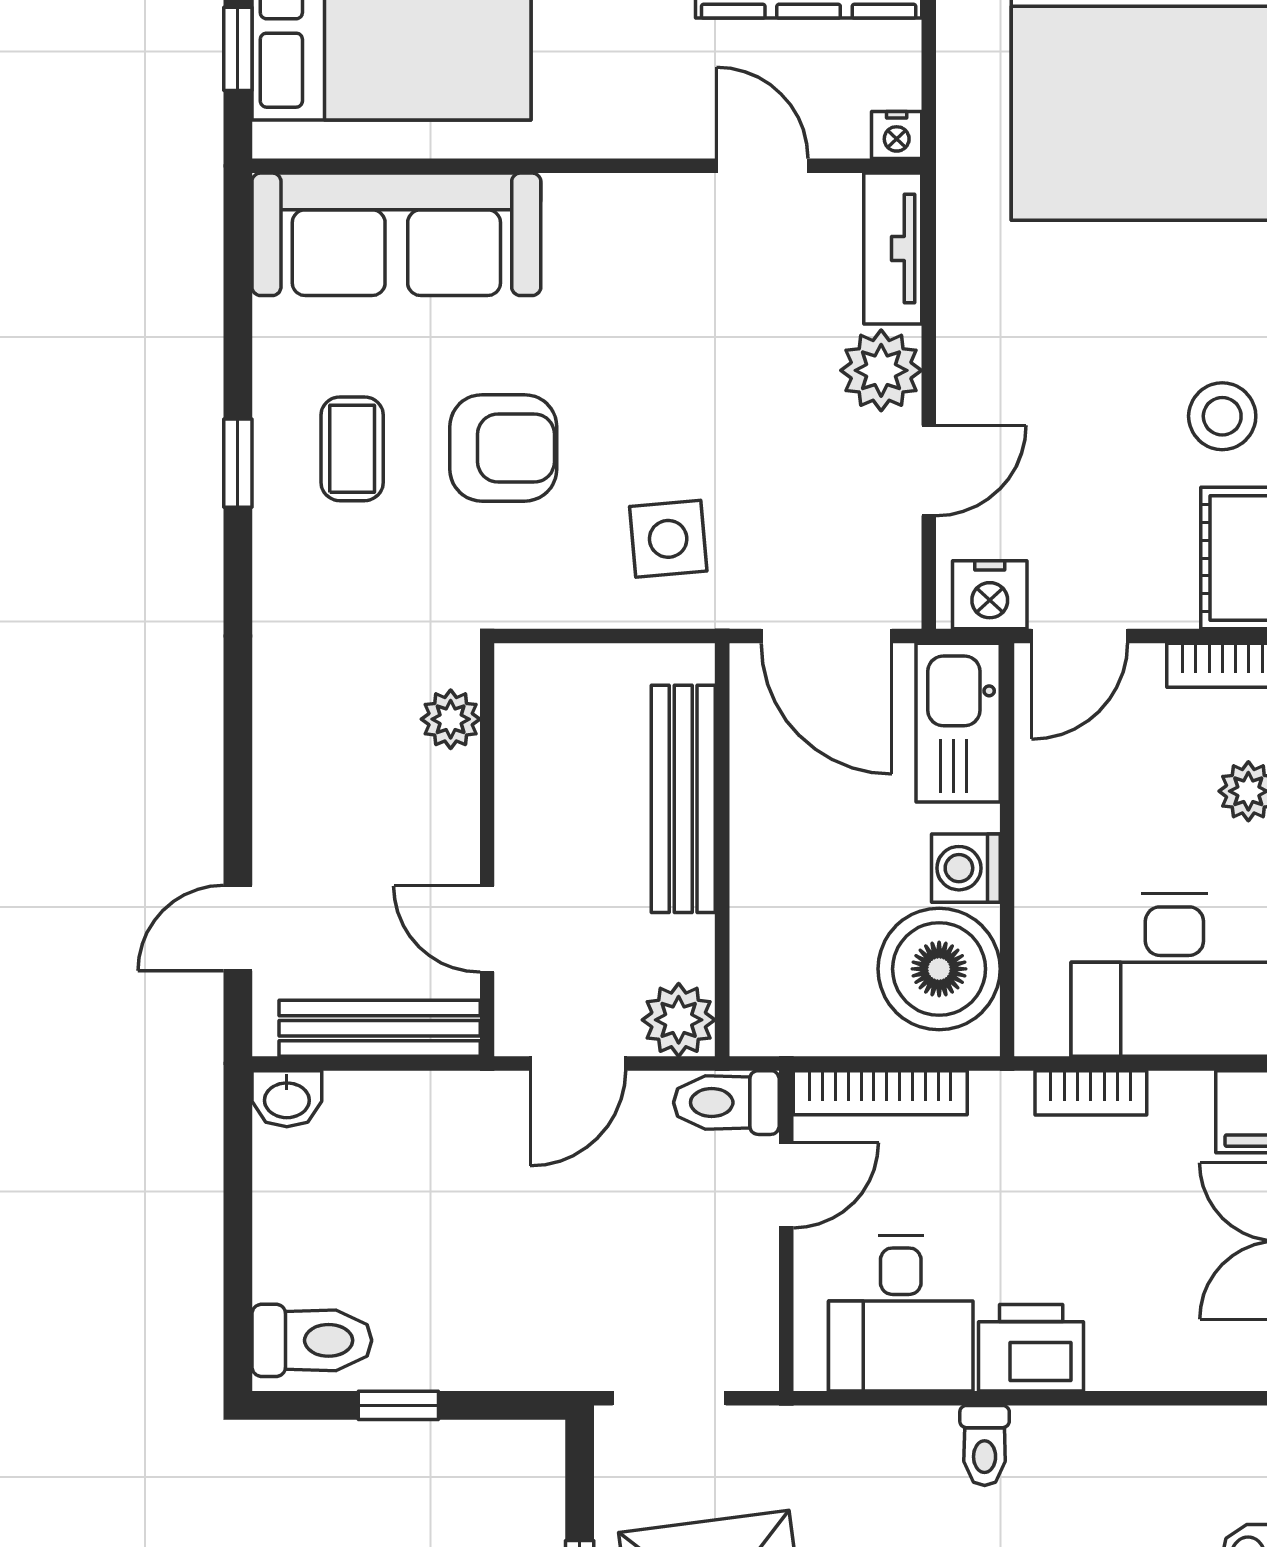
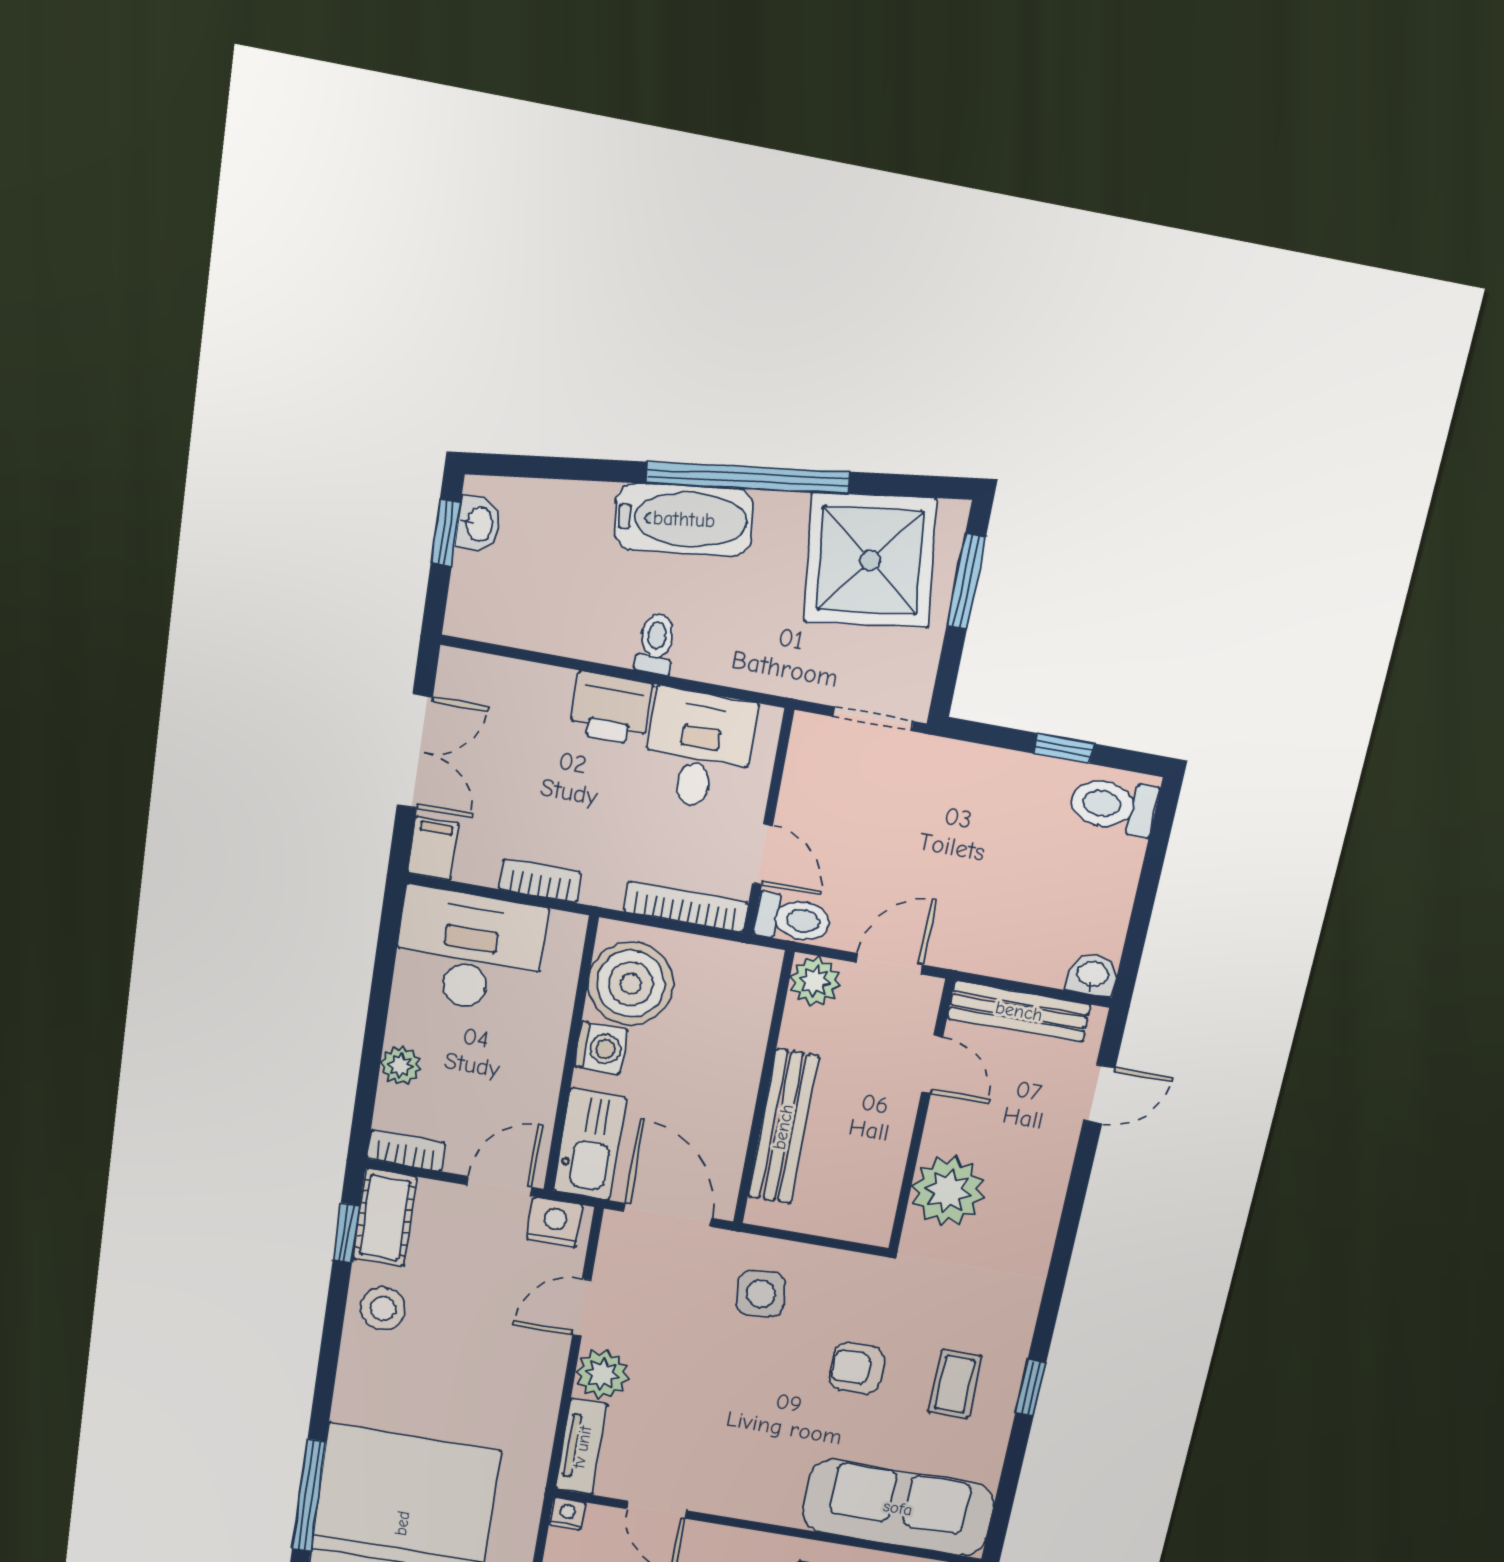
armchair: (503, 448) -> (857, 1368), width x0.72, depth x0.72
plant: (451, 719) -> (948, 1191), width x1.87, depth x1.87
door: (786, 1185) -> (762, 854), swing flipped

